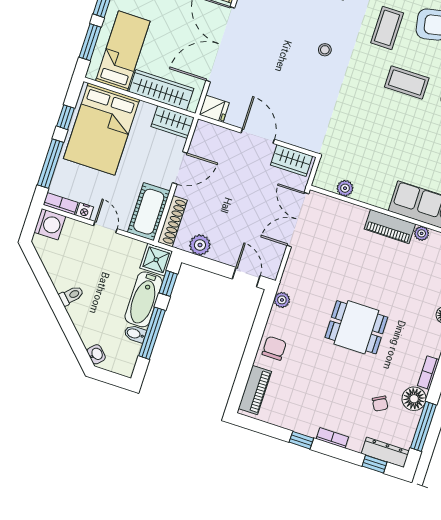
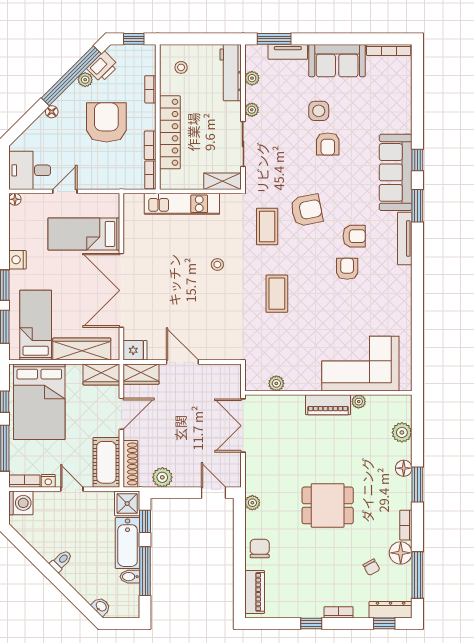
coffee table: (407, 82) -> (277, 294), moved, turned 90
wardrobe: (292, 161) -> (141, 374), moved

